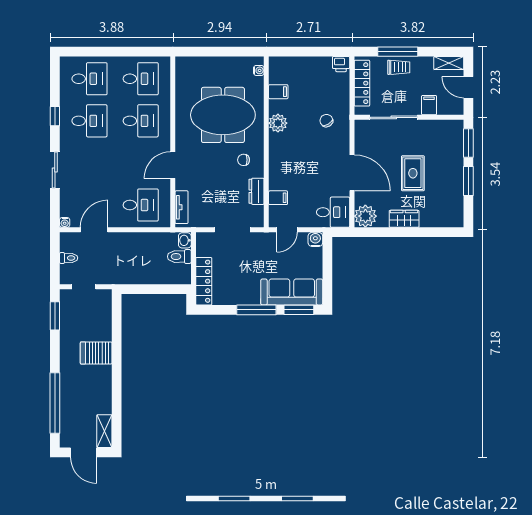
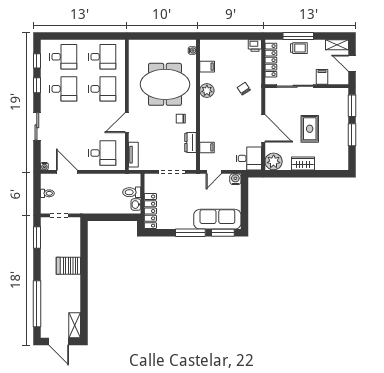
window: (55, 84) -> (37, 61), added
door: (94, 230) -> (67, 172), hinge flipped
washbasin: (185, 240) -> (136, 205), moved

